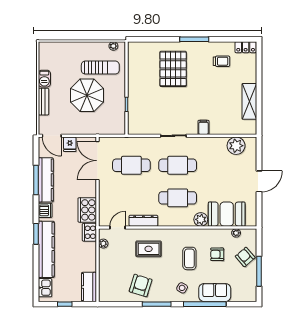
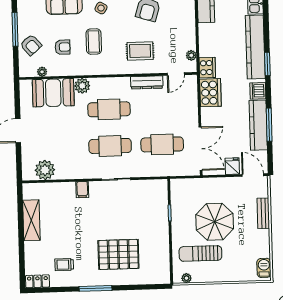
pallet: (173, 69) -> (118, 254), turned 90
barbecue: (44, 79) -> (264, 268), moved

